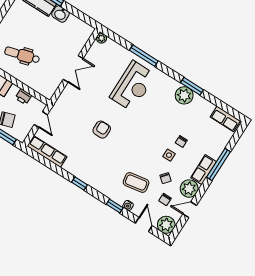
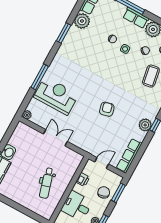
reception desk: (133, 86) -> (56, 96), moved
plant: (184, 95) -> (82, 21), moved
armchair: (102, 130) -> (107, 109), turned 76
plant: (81, 172) -> (145, 125), added

